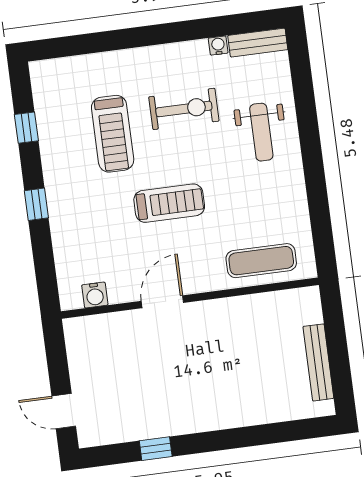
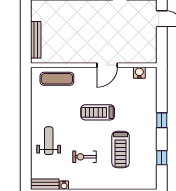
exercise bike: (184, 109) -> (85, 157), width x0.73, depth x0.72
treadmill: (113, 134) -> (121, 149), turned 180
bench: (318, 362) -> (36, 40), moved

